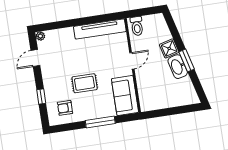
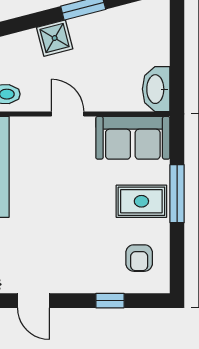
washbasin: (178, 67) -> (156, 89), moved, turned 105
rug: (85, 83) -> (141, 201), moved, turned 90

